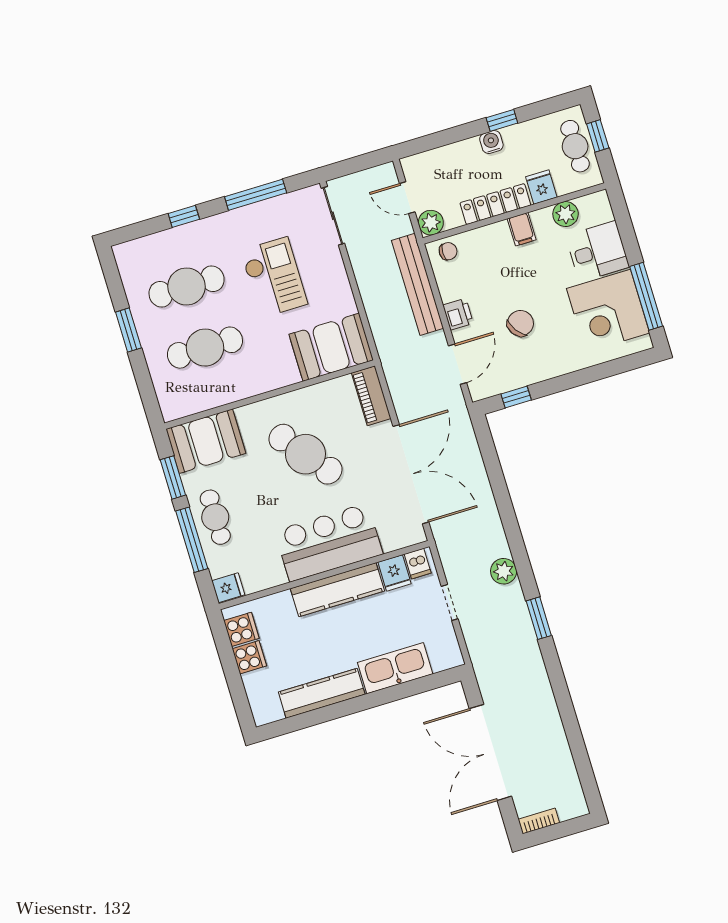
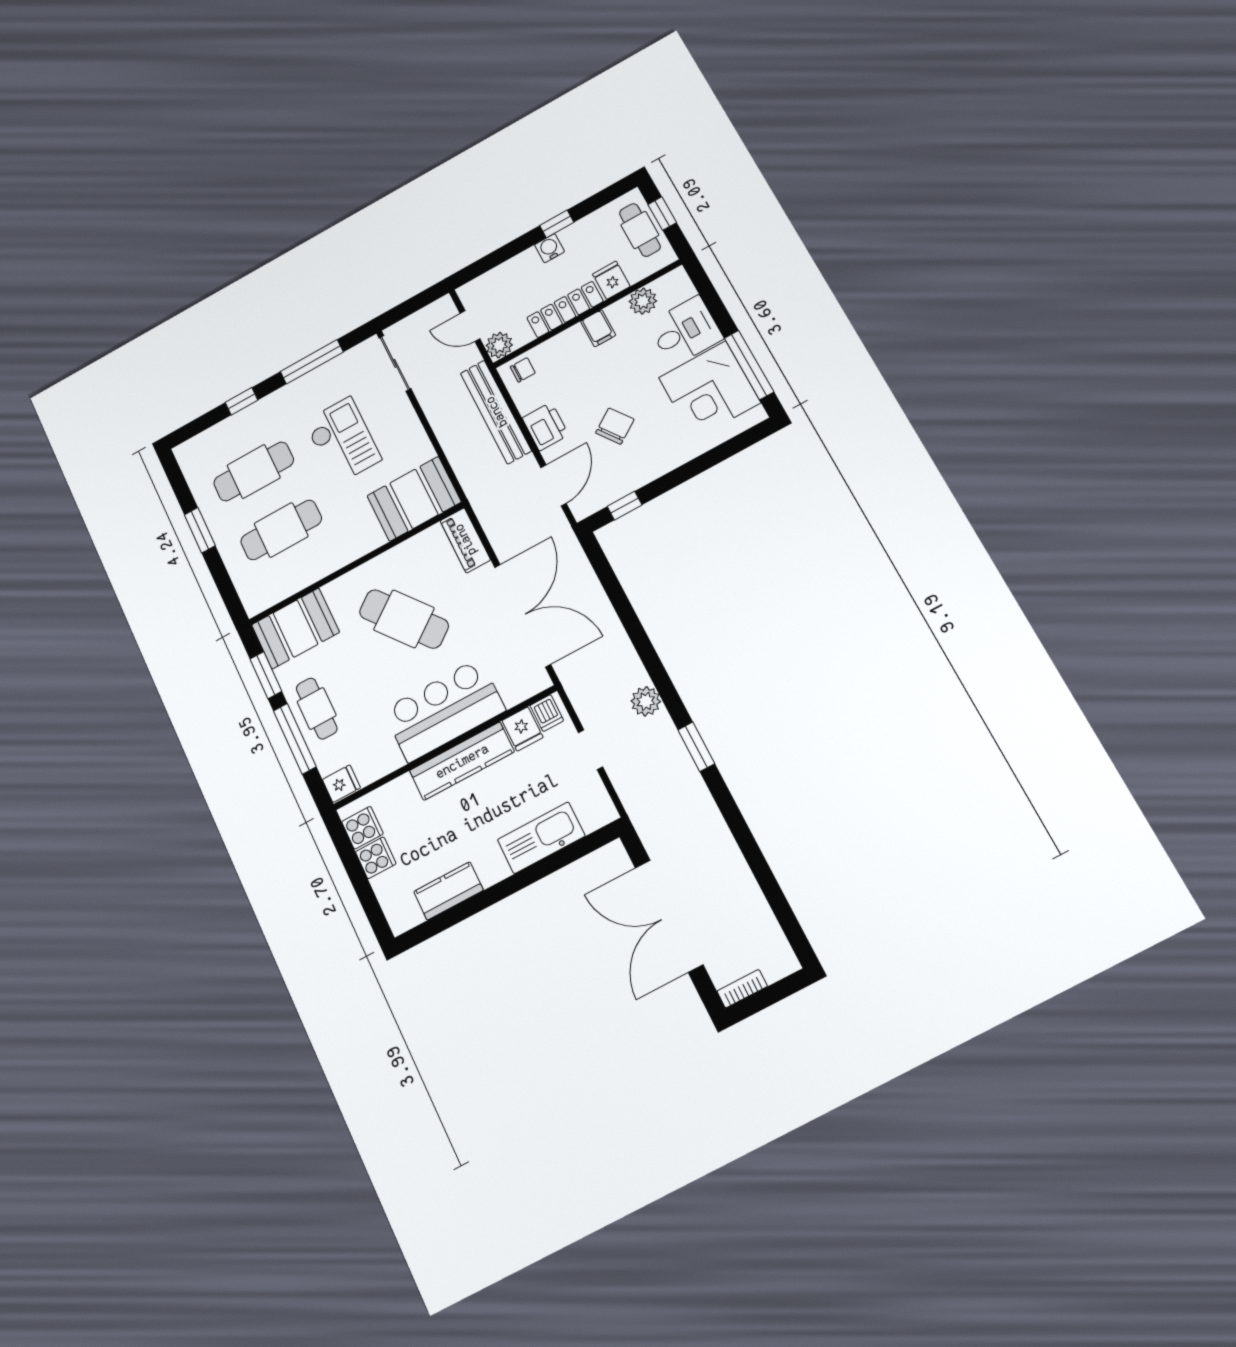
printer: (458, 314) -> (545, 426), width x1.36, depth x1.24
kitchen counter: (322, 693) -> (448, 891), width x0.67

